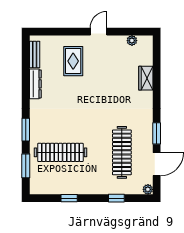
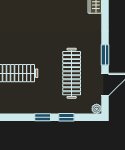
window: (69, 198) -> (43, 117), moved

